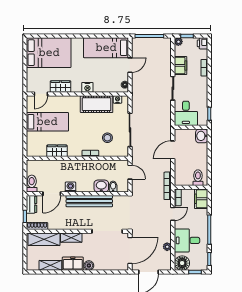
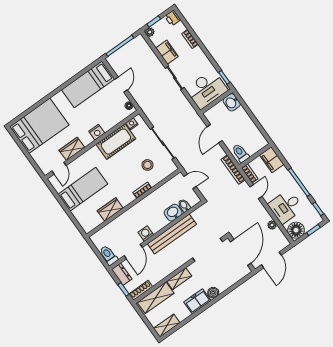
desk: (186, 113) -> (207, 89), width x1.37
toilet: (198, 178) -> (241, 153), moved
shelving: (50, 265) -> (167, 326), moved

